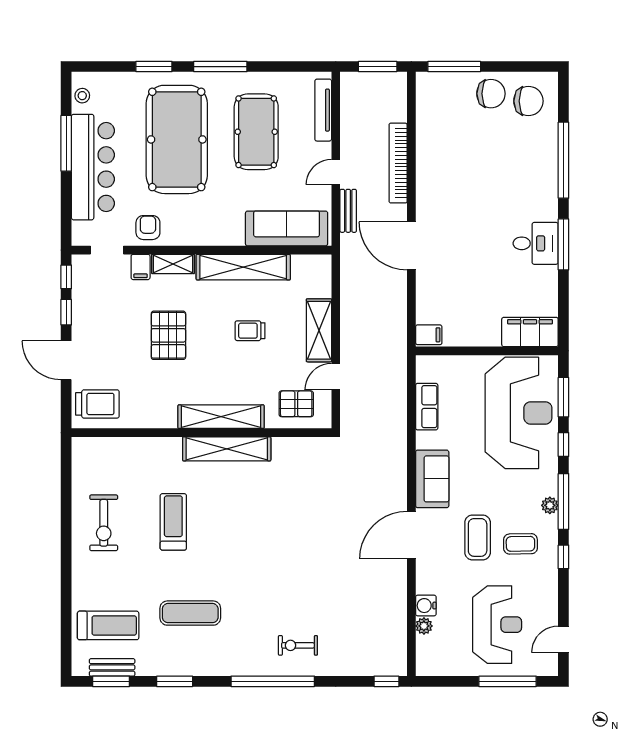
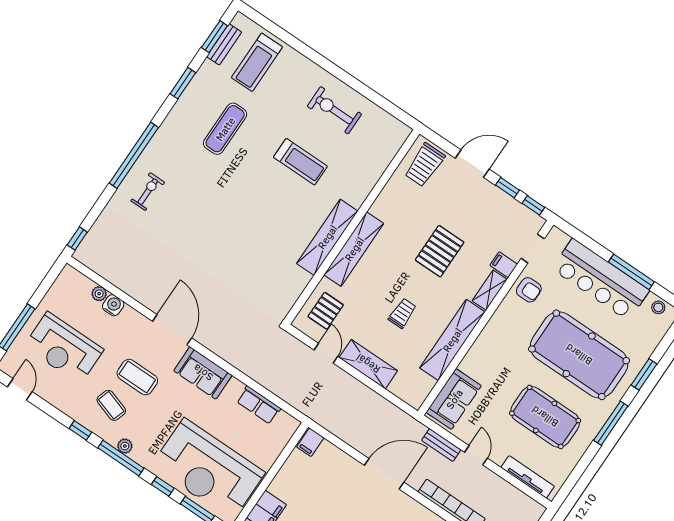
sofa: (287, 228) -> (454, 399), width x0.73
pallet: (168, 335) -> (440, 251), turned 90
coffee table: (520, 544) -> (111, 405), turned -71

